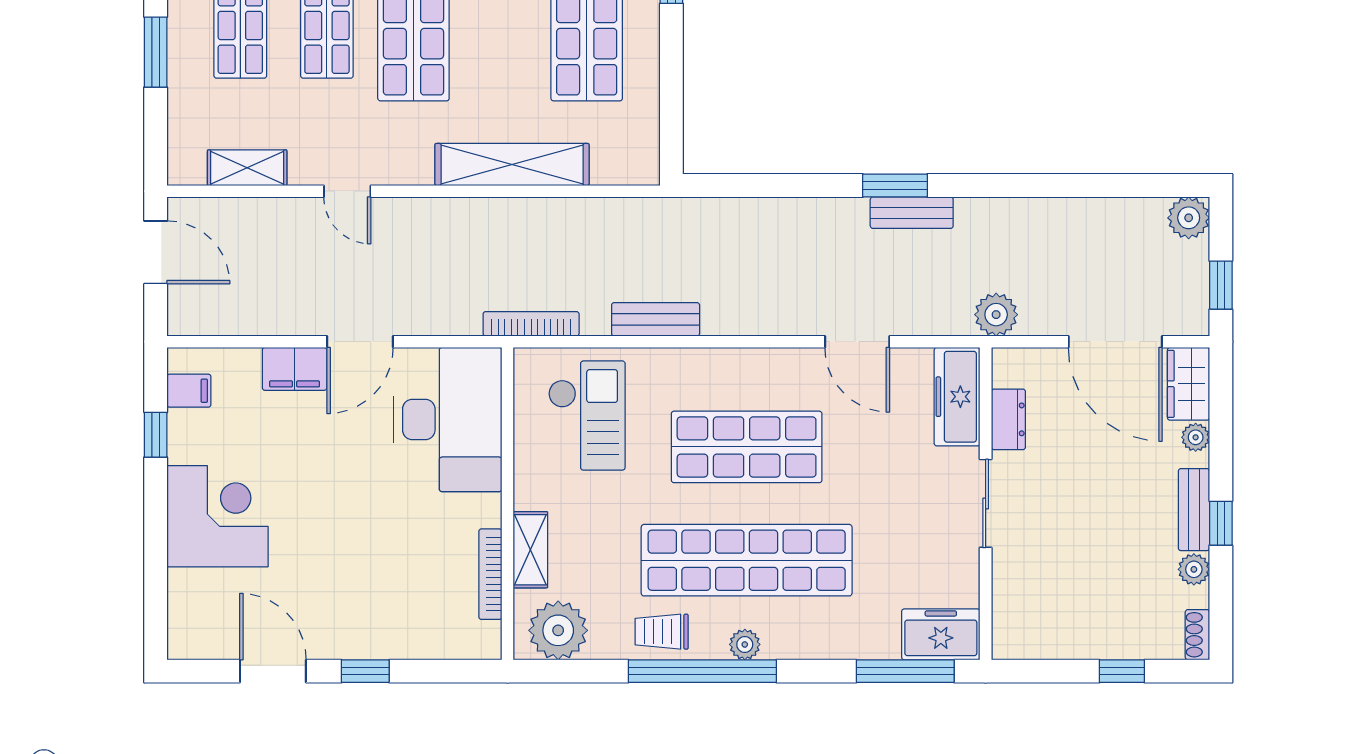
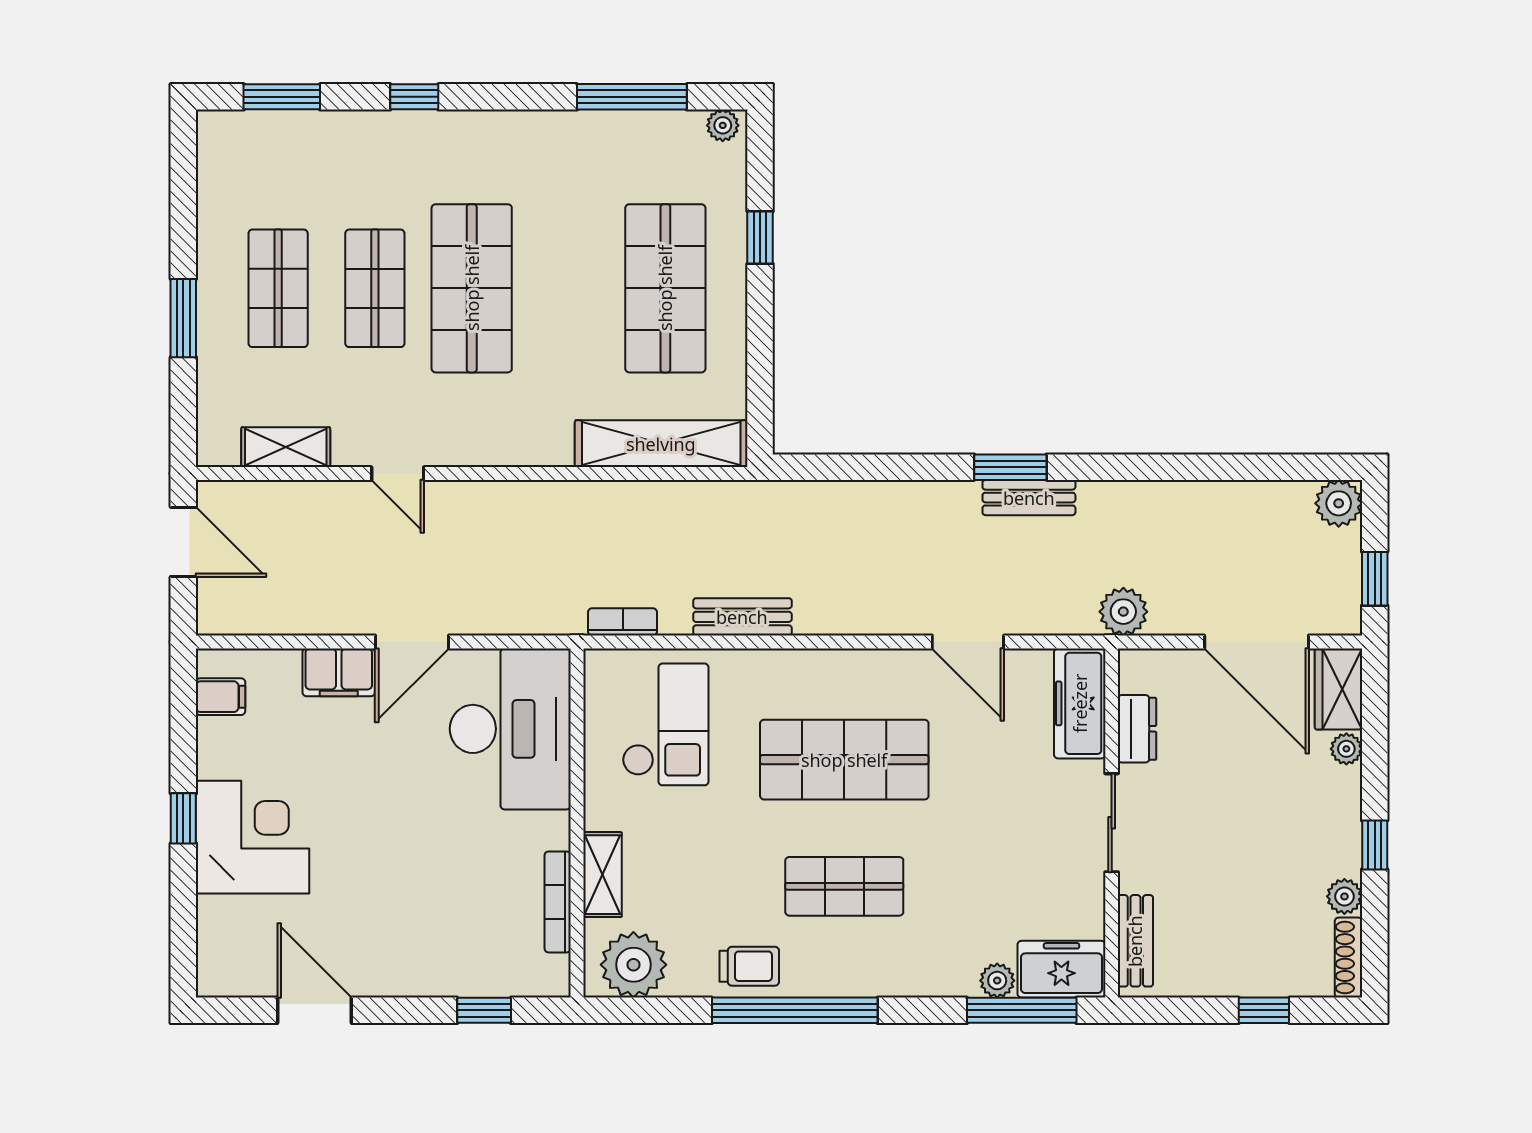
shelving: (512, 164) -> (661, 444), moved
bookcase: (531, 324) -> (623, 622), width x0.64
window: (156, 435) -> (183, 818), moved
bench: (1194, 510) -> (1135, 941), moved
shop shelf: (747, 560) -> (844, 886), width x0.50, depth x0.74
trolley: (662, 632) -> (749, 966), turned 180
shoe rack: (1197, 635) -> (1348, 958), width x1.43
plant: (745, 644) -> (997, 981), moved
window: (365, 671) -> (484, 1010), moved

